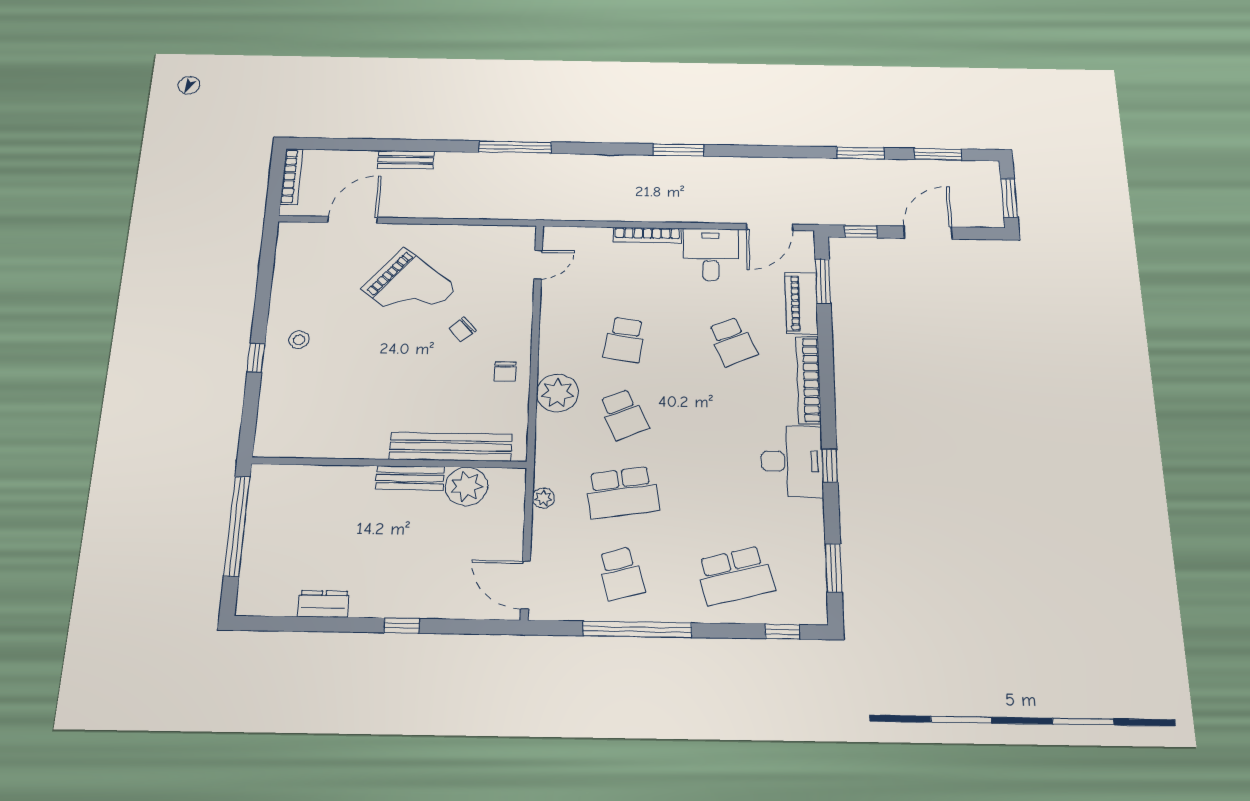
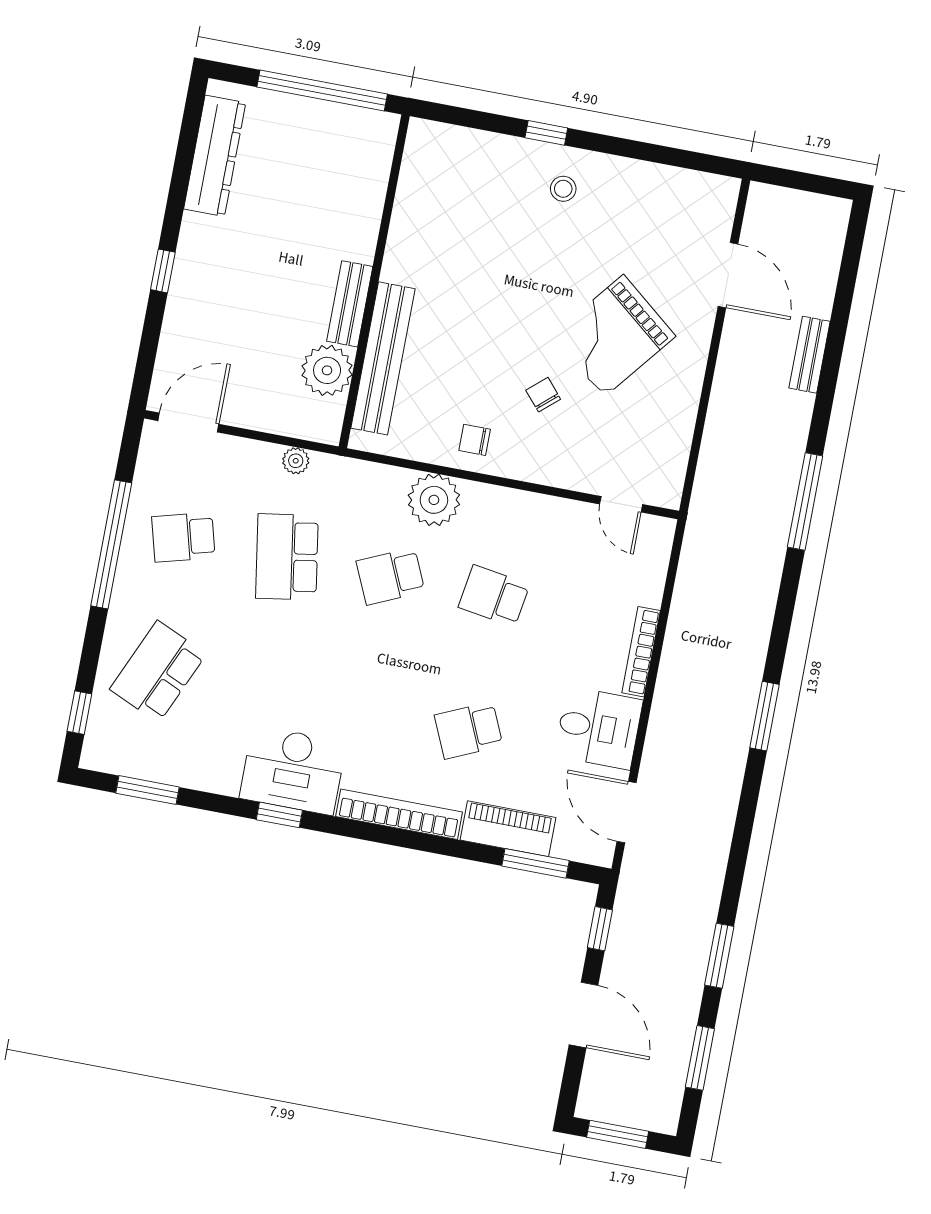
bookcase: (291, 176) -> (808, 203), removed
school desk: (735, 575) -> (158, 672), turned 39
dresser: (323, 604) -> (215, 156), width x1.96, depth x1.24

